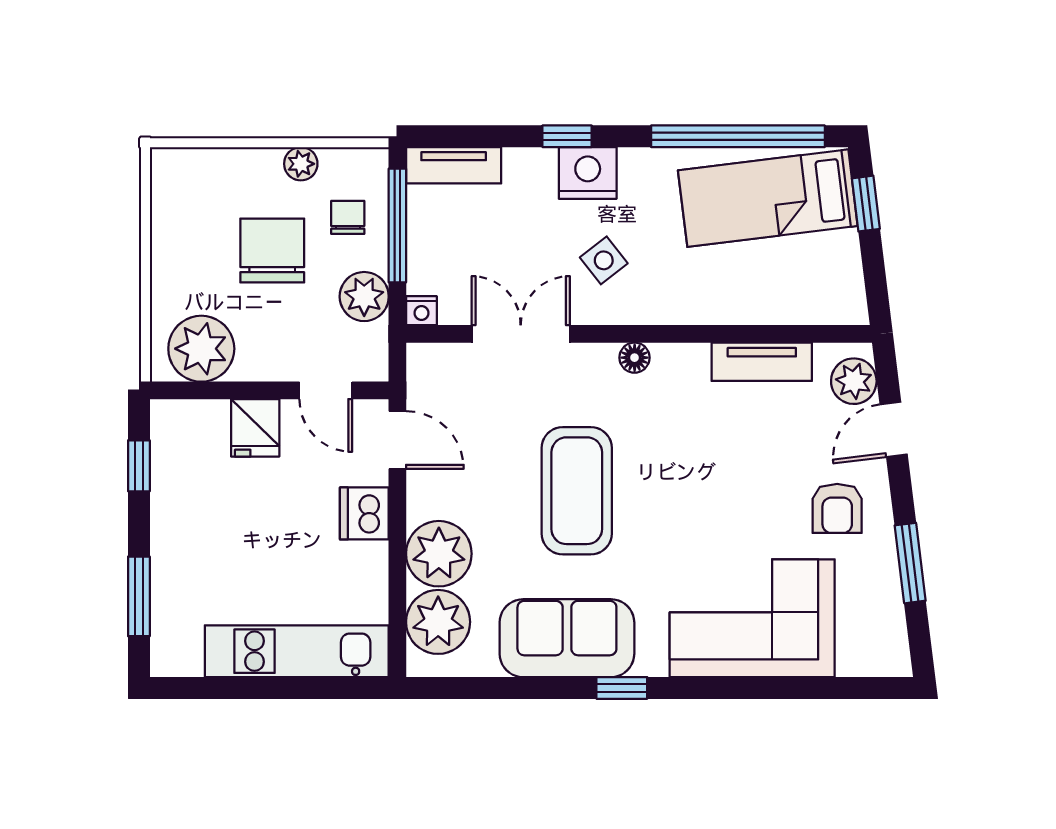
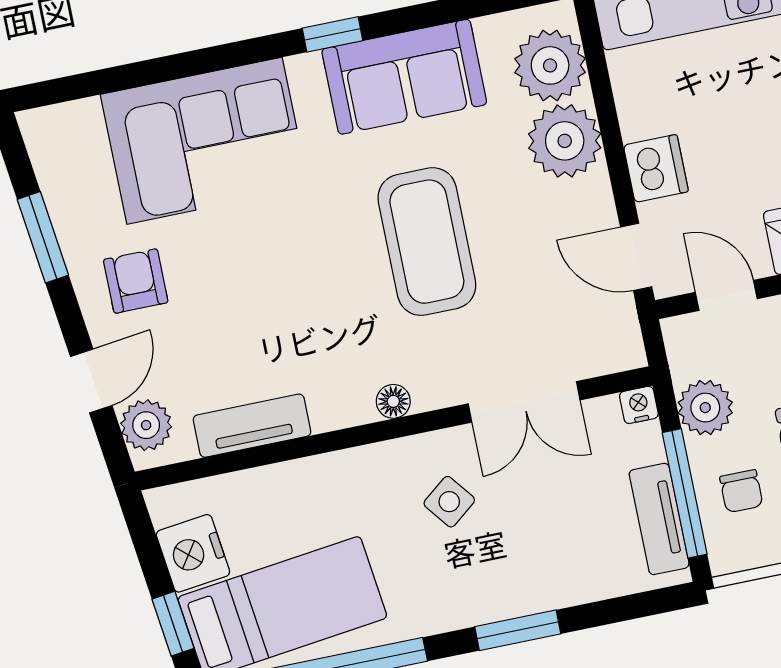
window: (567, 136) -> (518, 630), width x1.50
tv unit: (454, 165) -> (659, 519), moved, turned -90
nightstand: (588, 173) -> (193, 553), moved, turned 83

